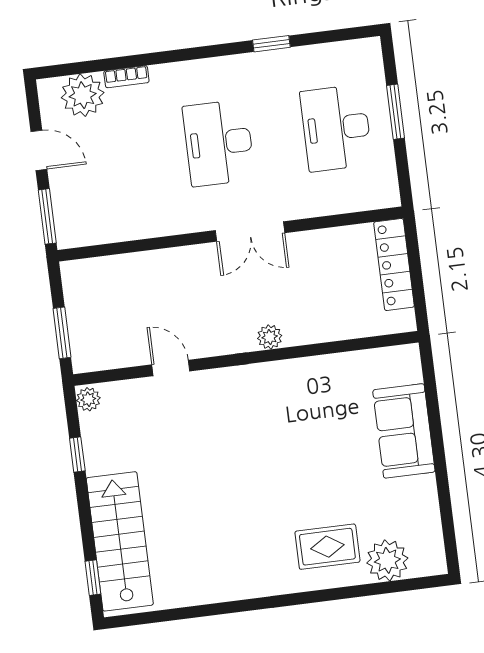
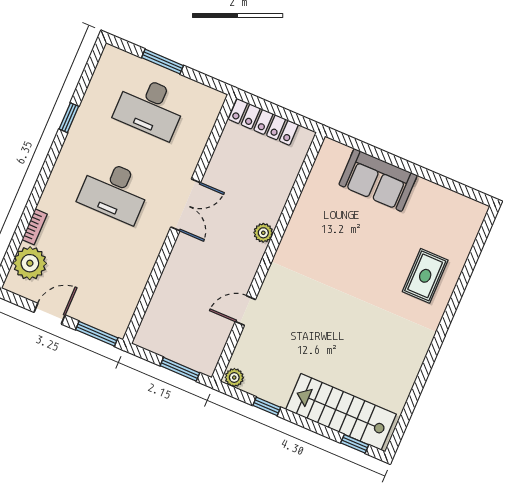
plant: (387, 560) -> (458, 241), removed

